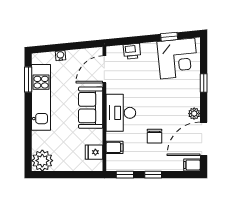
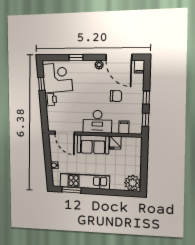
printer: (132, 51) -> (51, 100), moved
fridge: (94, 152) -> (115, 143), moved

